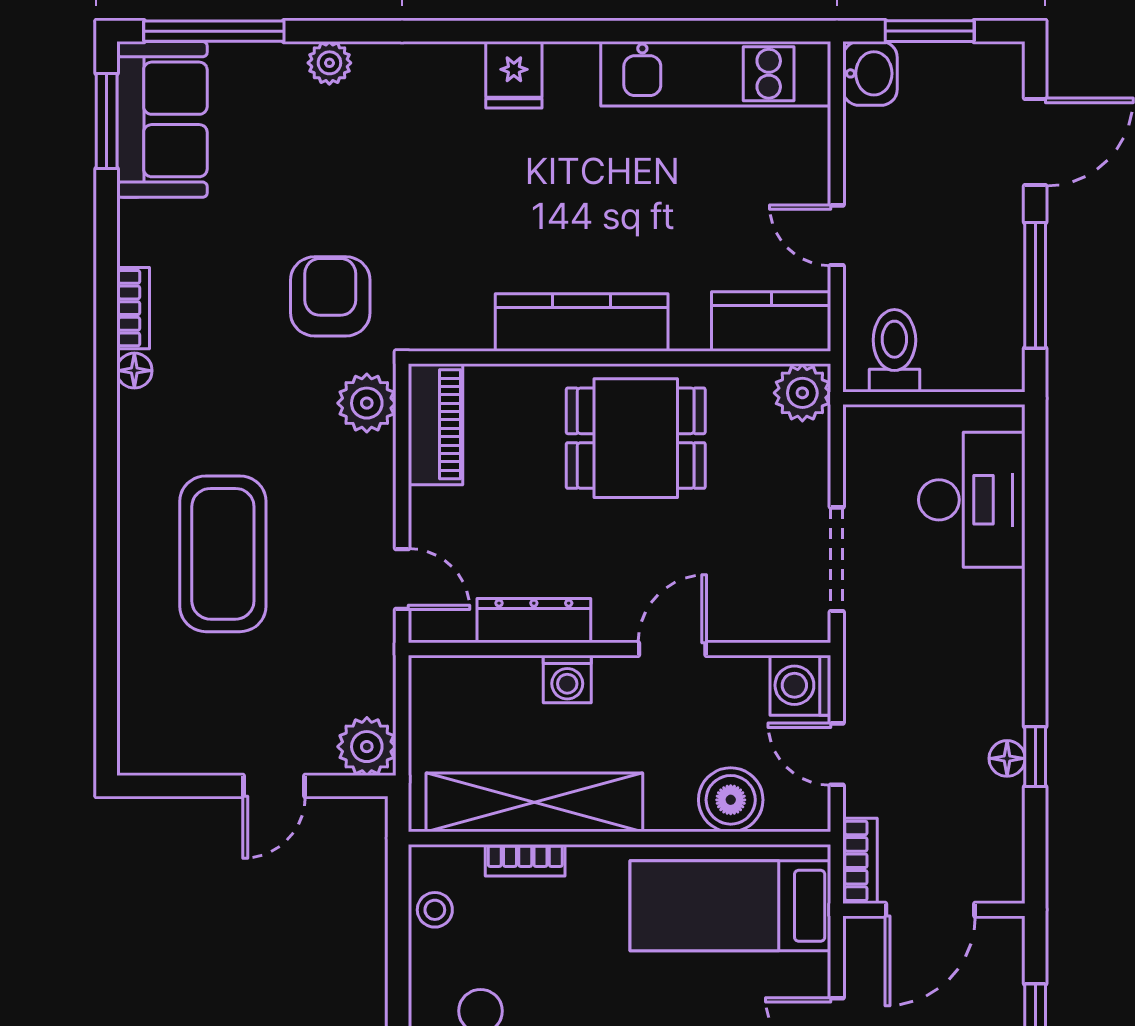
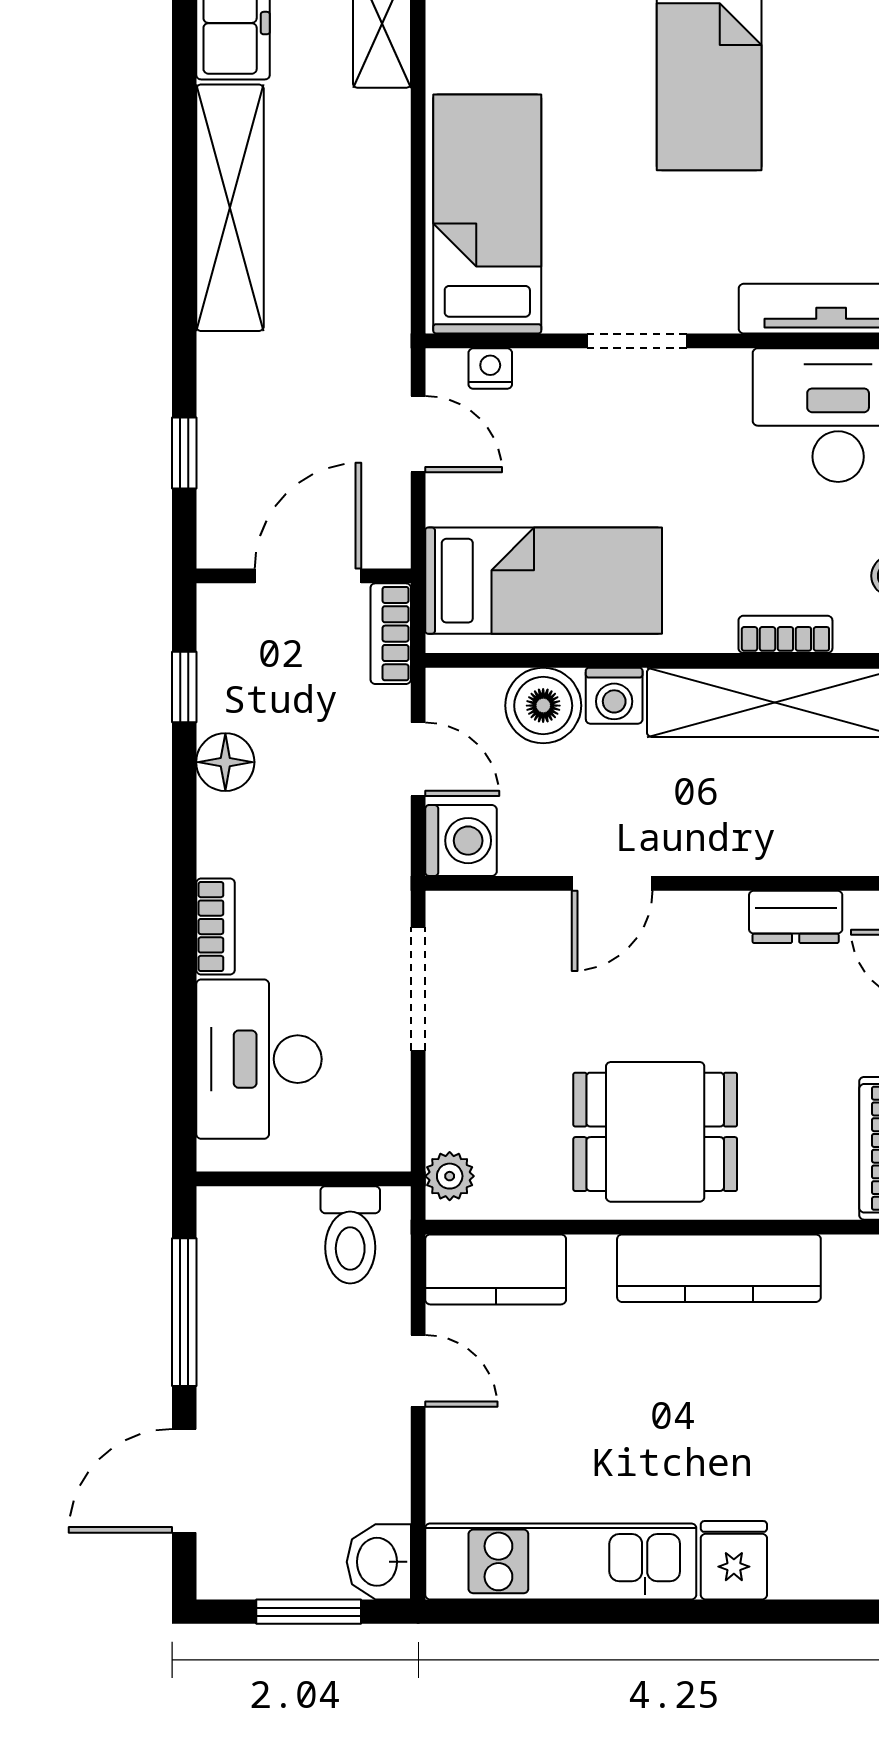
fridge: (514, 75) -> (734, 1560), moved
plant: (802, 393) -> (450, 1176), width x0.73, depth x0.73
bookcase: (1009, 612) -> (216, 927), added
dresser: (534, 621) -> (796, 917), width x0.70
washing machine: (567, 679) -> (614, 696), moved, turned 180
window: (1035, 757) -> (184, 687), moved
floor lamp: (1007, 758) -> (225, 762), width x1.37, depth x1.37

